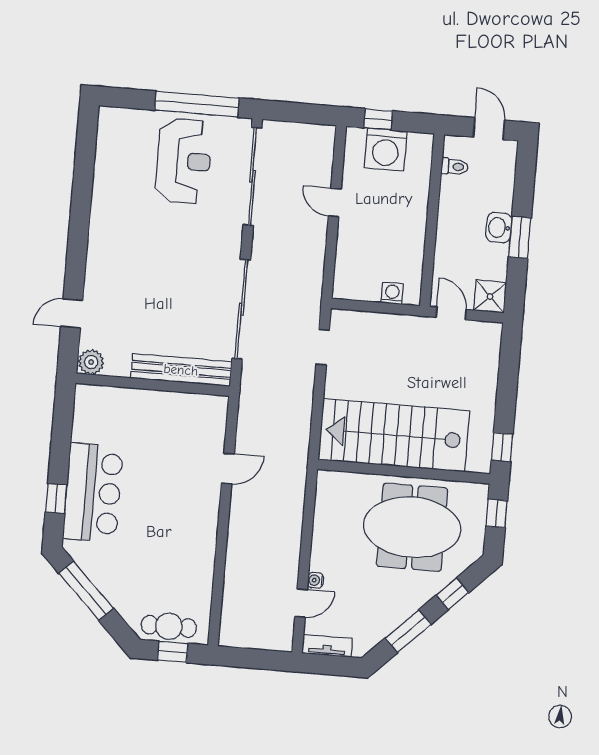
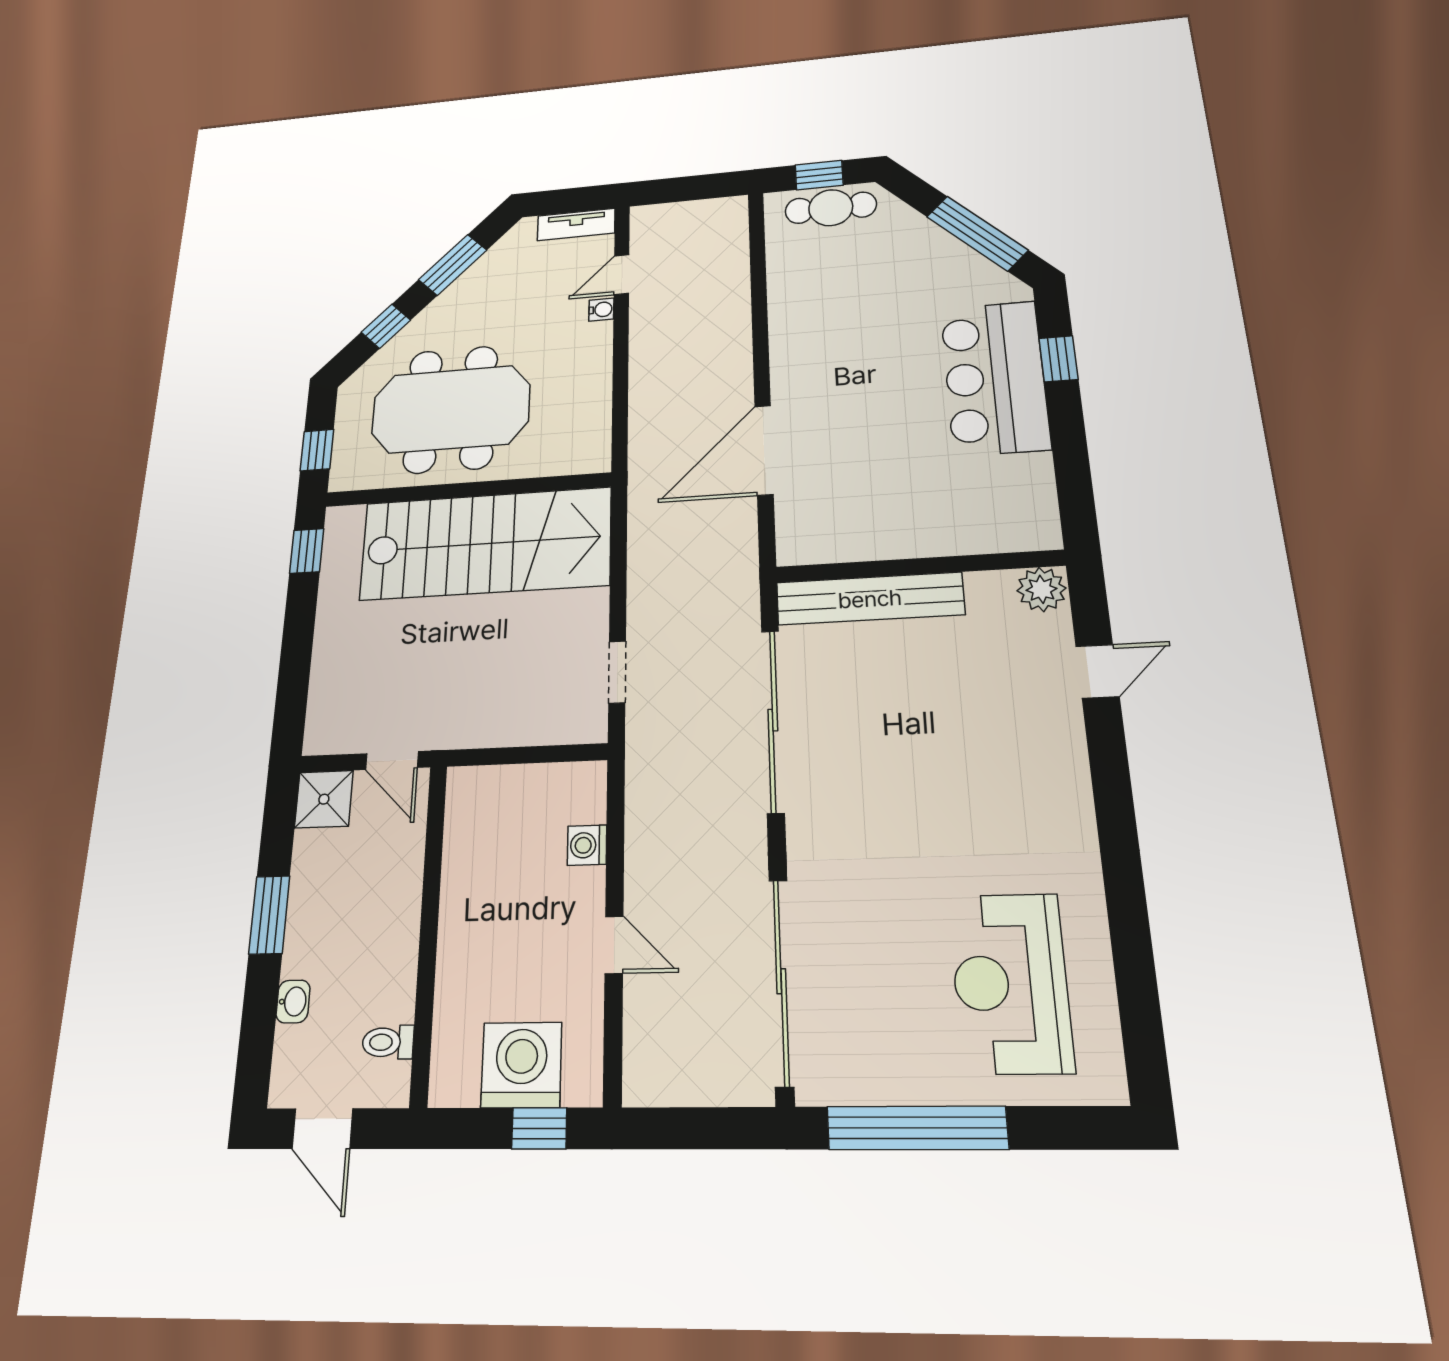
reception desk: (184, 161) -> (1010, 983), moved
washbasin: (499, 228) -> (293, 1001), moved, width x0.72, depth x0.69
washing machine: (392, 293) -> (587, 845), moved, turned 90
door: (228, 469) -> (764, 450), width x1.87

